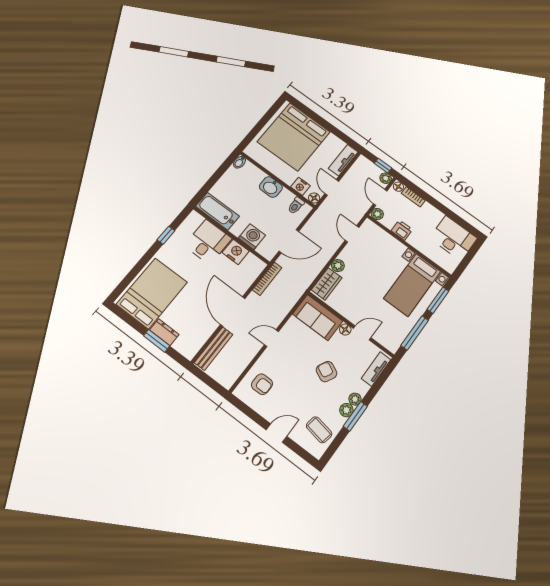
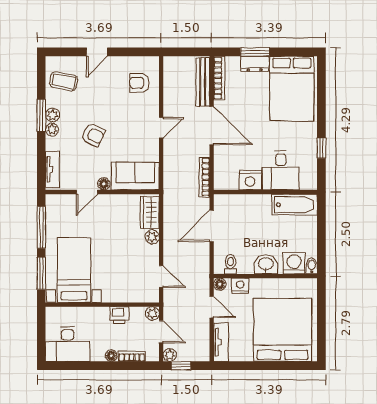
floor lamp: (398, 187) -> (111, 356), moved
washing machine: (252, 237) -> (294, 263), moved, turned 180
bookcase: (199, 342) -> (219, 78), added

